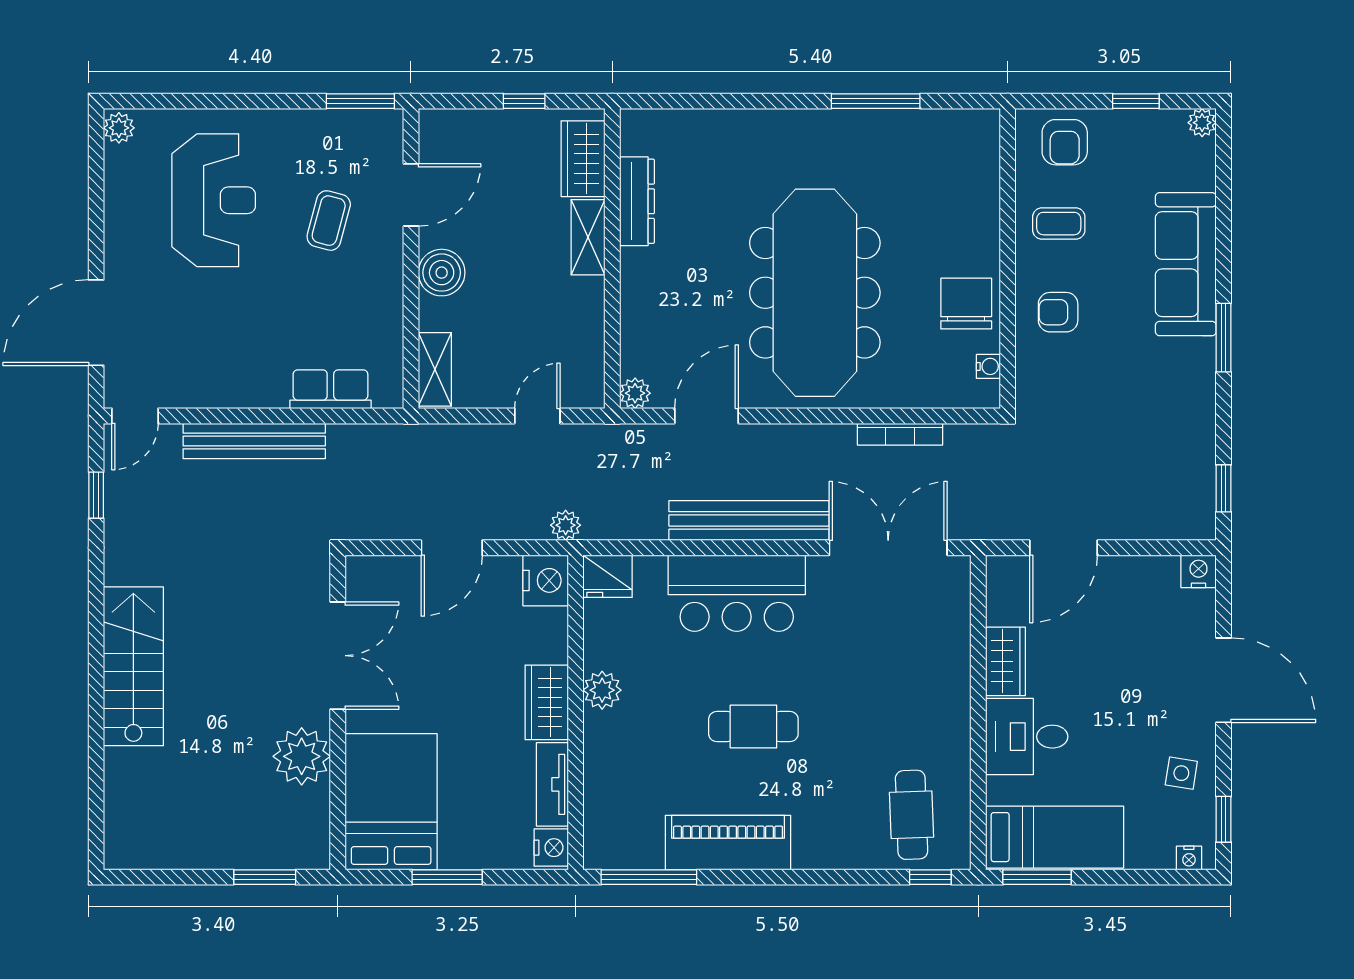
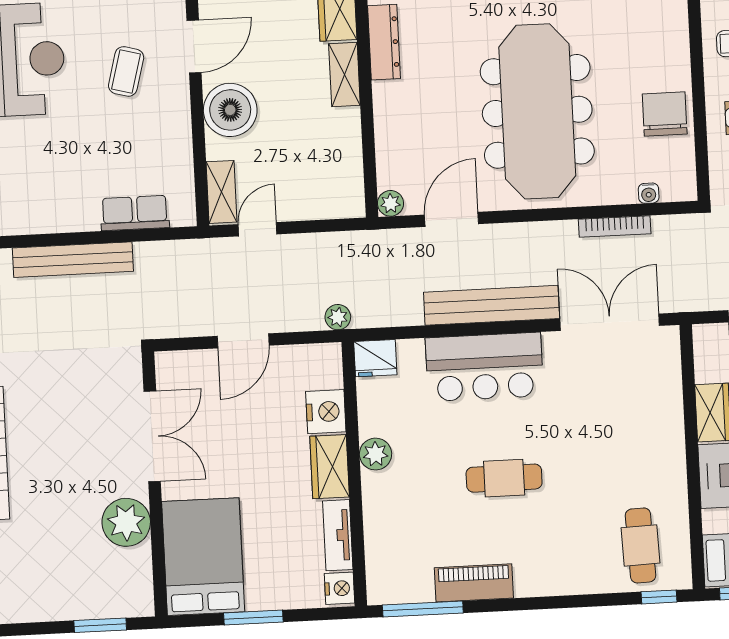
boiler: (442, 273) -> (230, 110), width x1.37, depth x1.37
water cooler: (988, 366) -> (649, 193), moved, turned 90
door: (537, 416) -> (258, 229), moved
nightstand: (546, 580) -> (326, 412), moved
piano: (728, 843) -> (474, 583), width x0.73, depth x0.75

